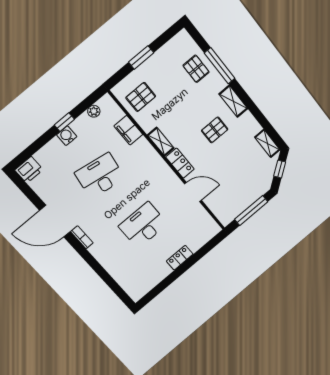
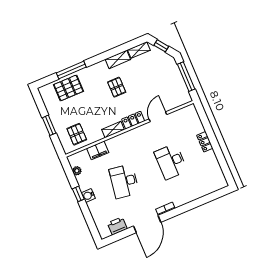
pallet: (196, 69) -> (68, 88), width x1.50, depth x1.42
shelving: (233, 101) -> (118, 59), moved
printer: (29, 170) -> (117, 226), moved, turned -90

